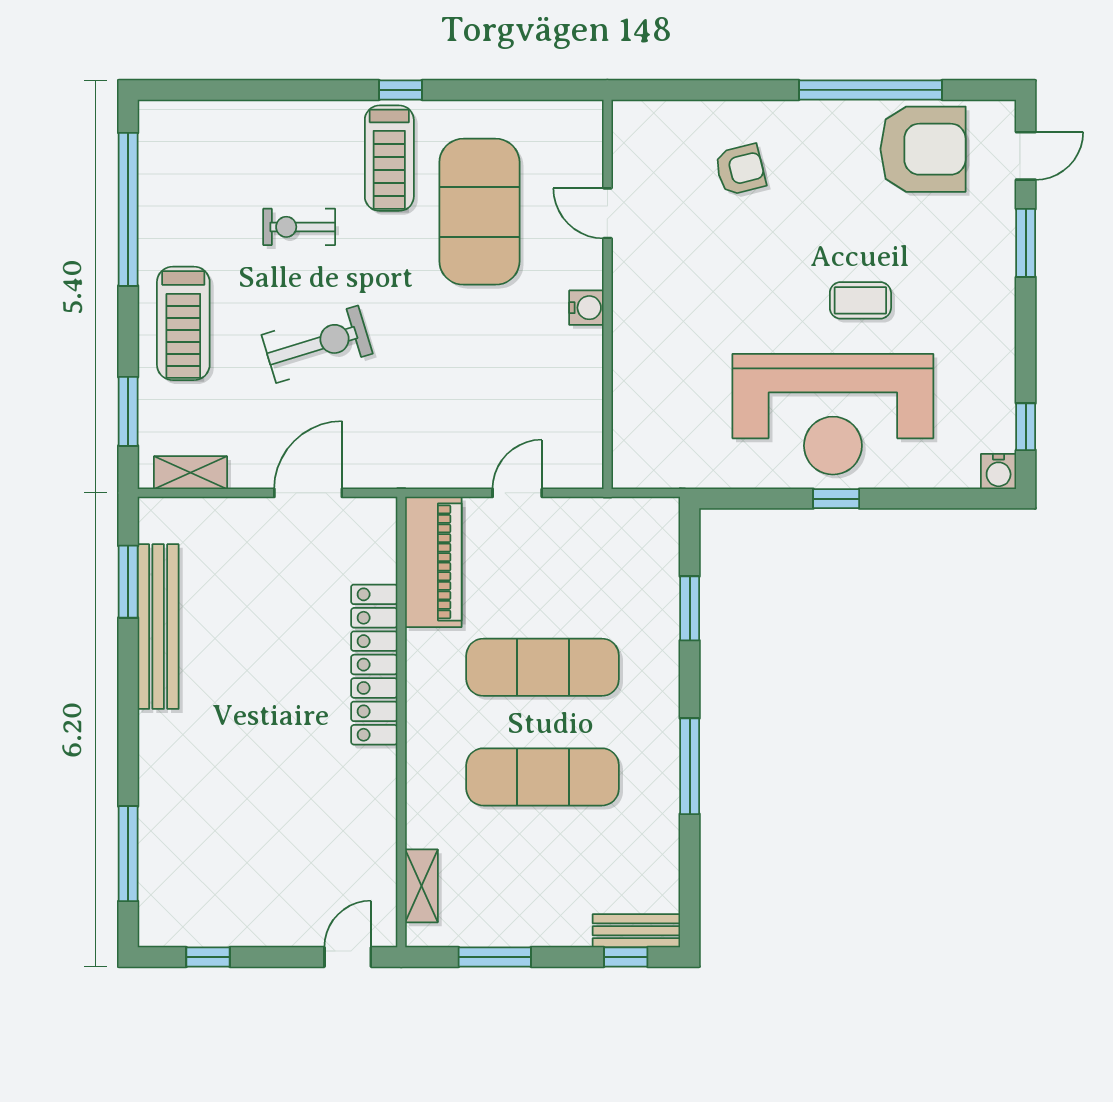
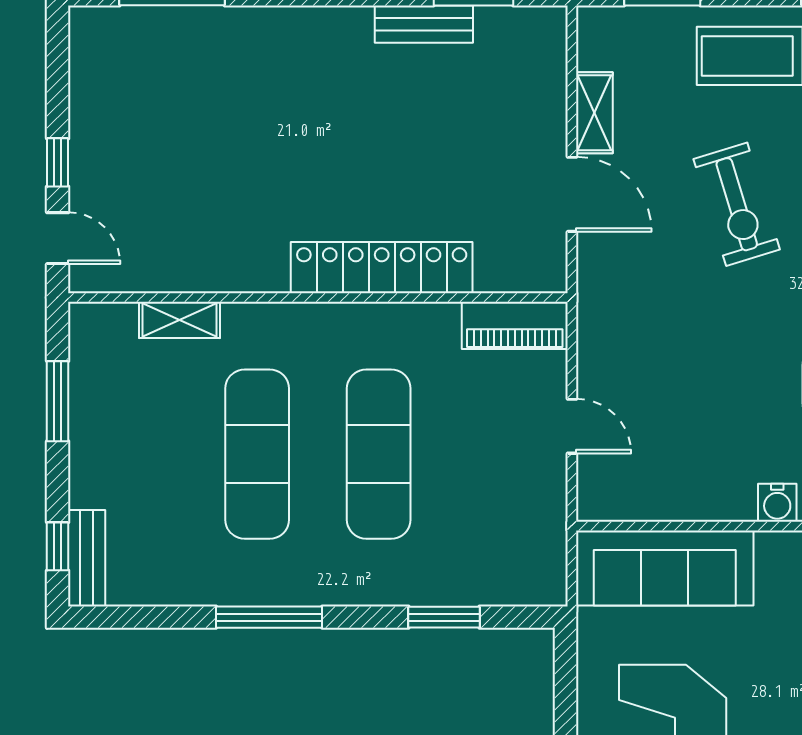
sofa: (645, 409) -> (665, 568), added
shelving: (190, 473) -> (594, 113), moved
piano: (433, 562) -> (515, 325), width x0.73, depth x0.75
bench: (158, 627) -> (424, 24), width x0.54, depth x0.82
shelving: (421, 886) -> (179, 320), moved
window: (208, 957) -> (58, 162), moved

